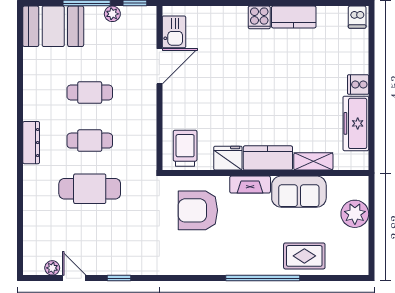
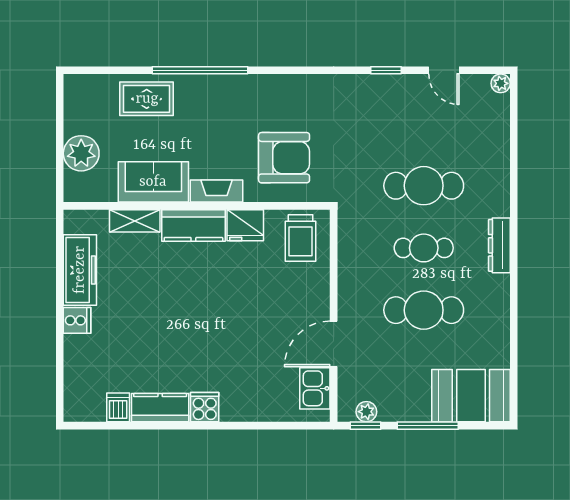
plant: (112, 14) -> (366, 412), moved
dishwasher: (357, 17) -> (118, 407), moved
cafe table: (90, 92) -> (424, 310), width x1.37, depth x1.35
plant: (52, 268) -> (501, 83), moved

